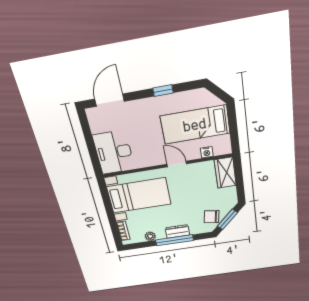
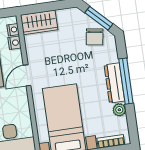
nightstand: (219, 151) -> (13, 30), added
dresser: (177, 231) -> (114, 83), width x1.44

